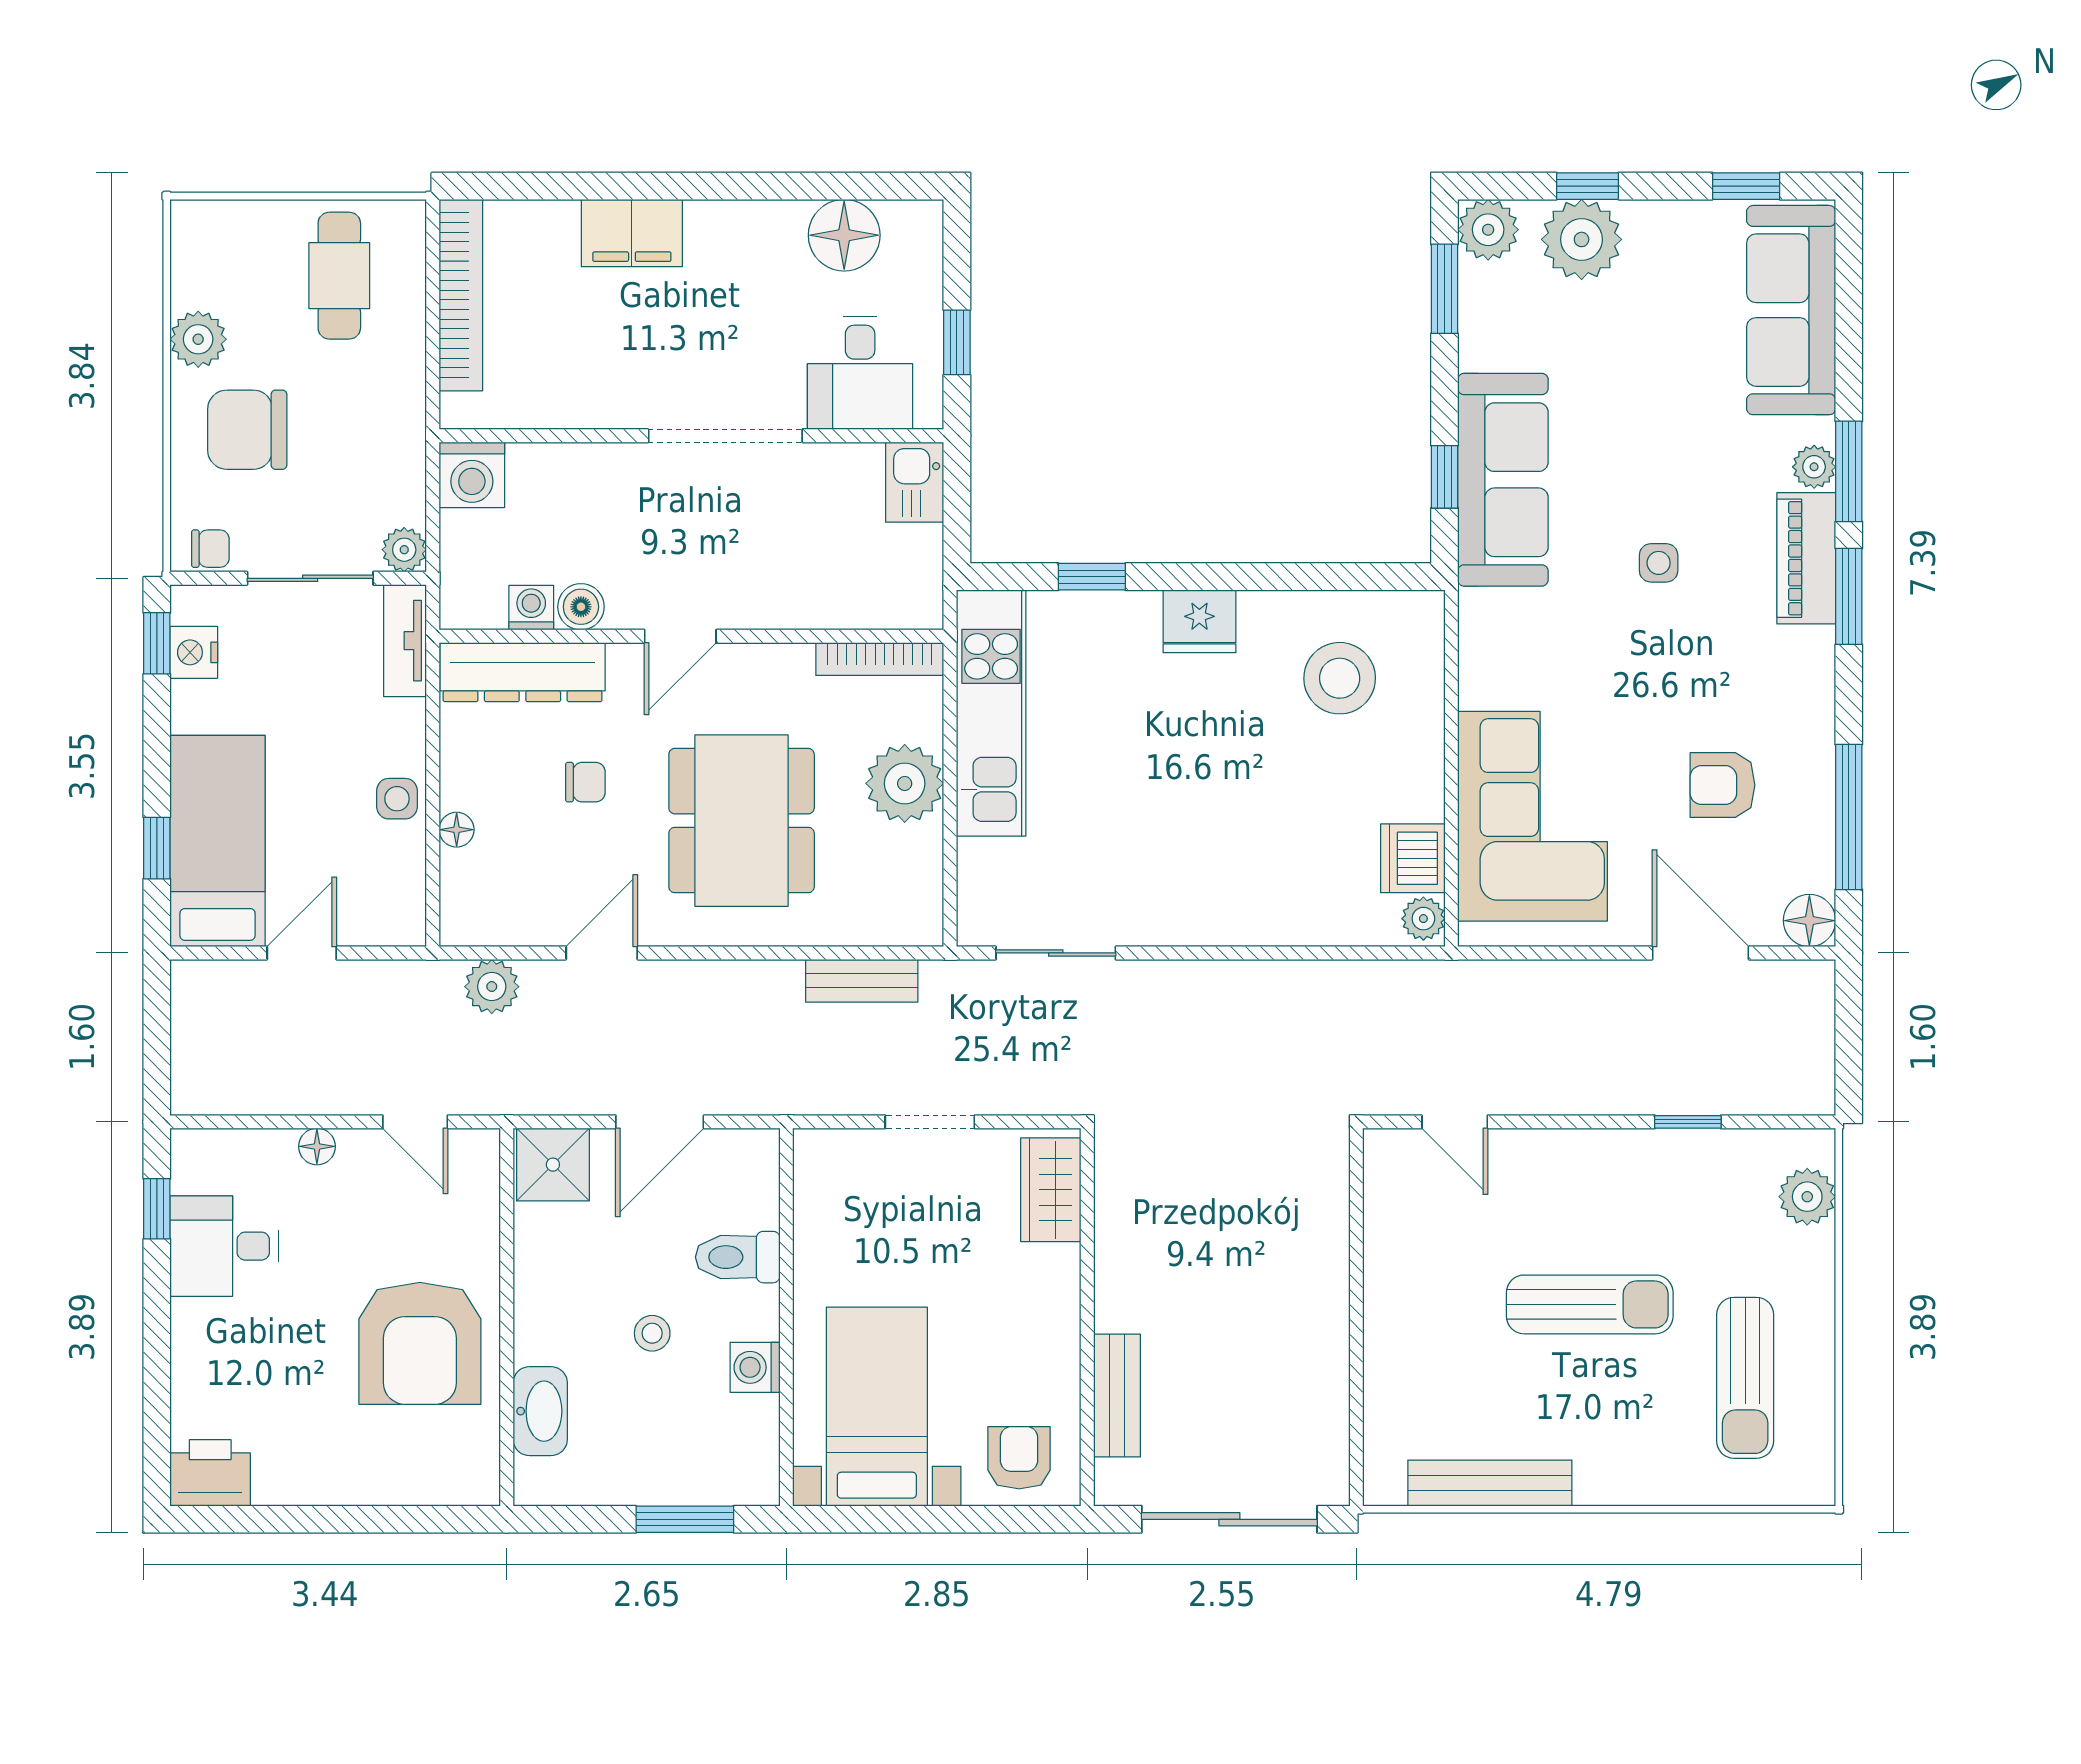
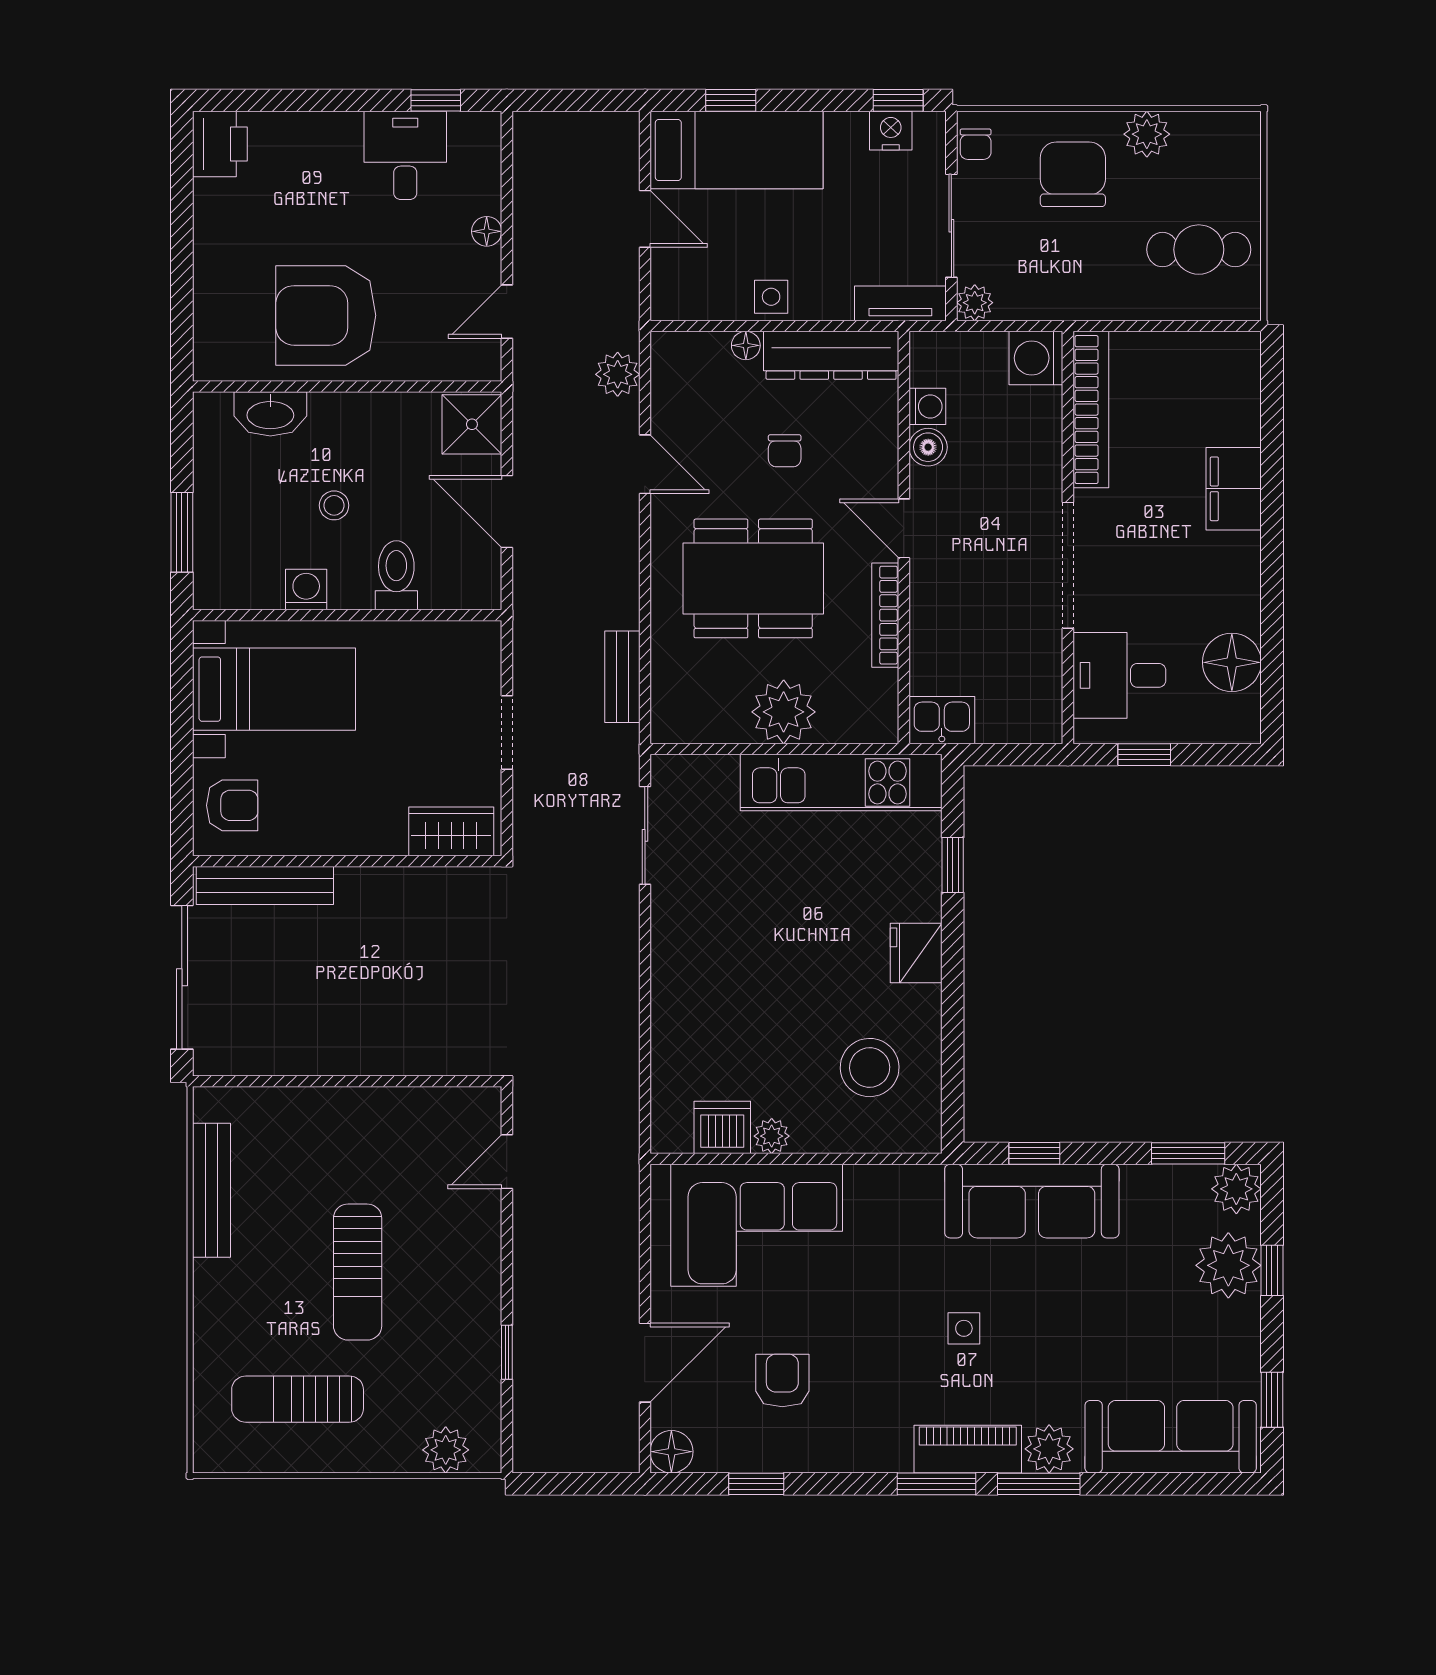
bookcase: (461, 295) -> (1091, 410), moved, turned -90
plant: (1814, 467) -> (1049, 1449), width x1.38, depth x1.38
kitchen sink: (915, 482) -> (942, 720), moved
bookcase: (880, 659) -> (885, 615), moved
dresser: (523, 672) -> (831, 355), moved, turned -90
window: (1849, 817) -> (756, 1484), width x0.46
plant: (1423, 919) -> (772, 1136), moved
bench: (1117, 1396) -> (265, 885), width x1.36

